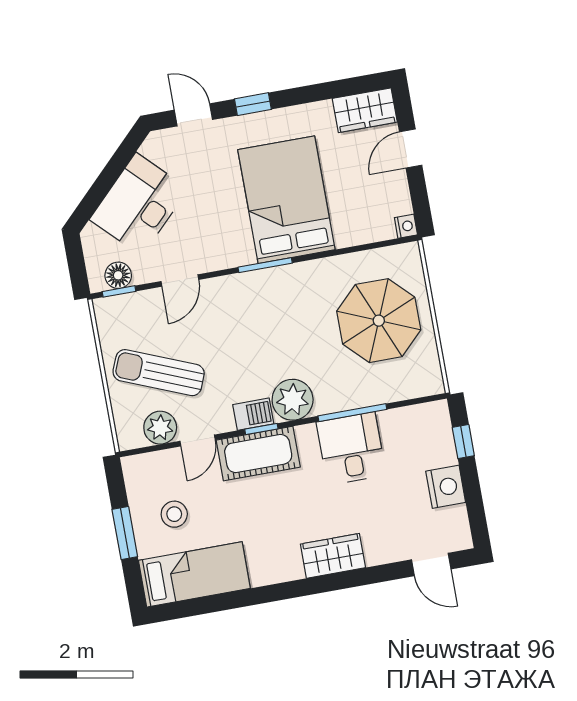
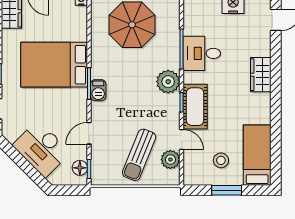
door: (180, 280) -> (89, 133), swing flipped
barbecue: (253, 414) -> (98, 90), moved, turned 180

